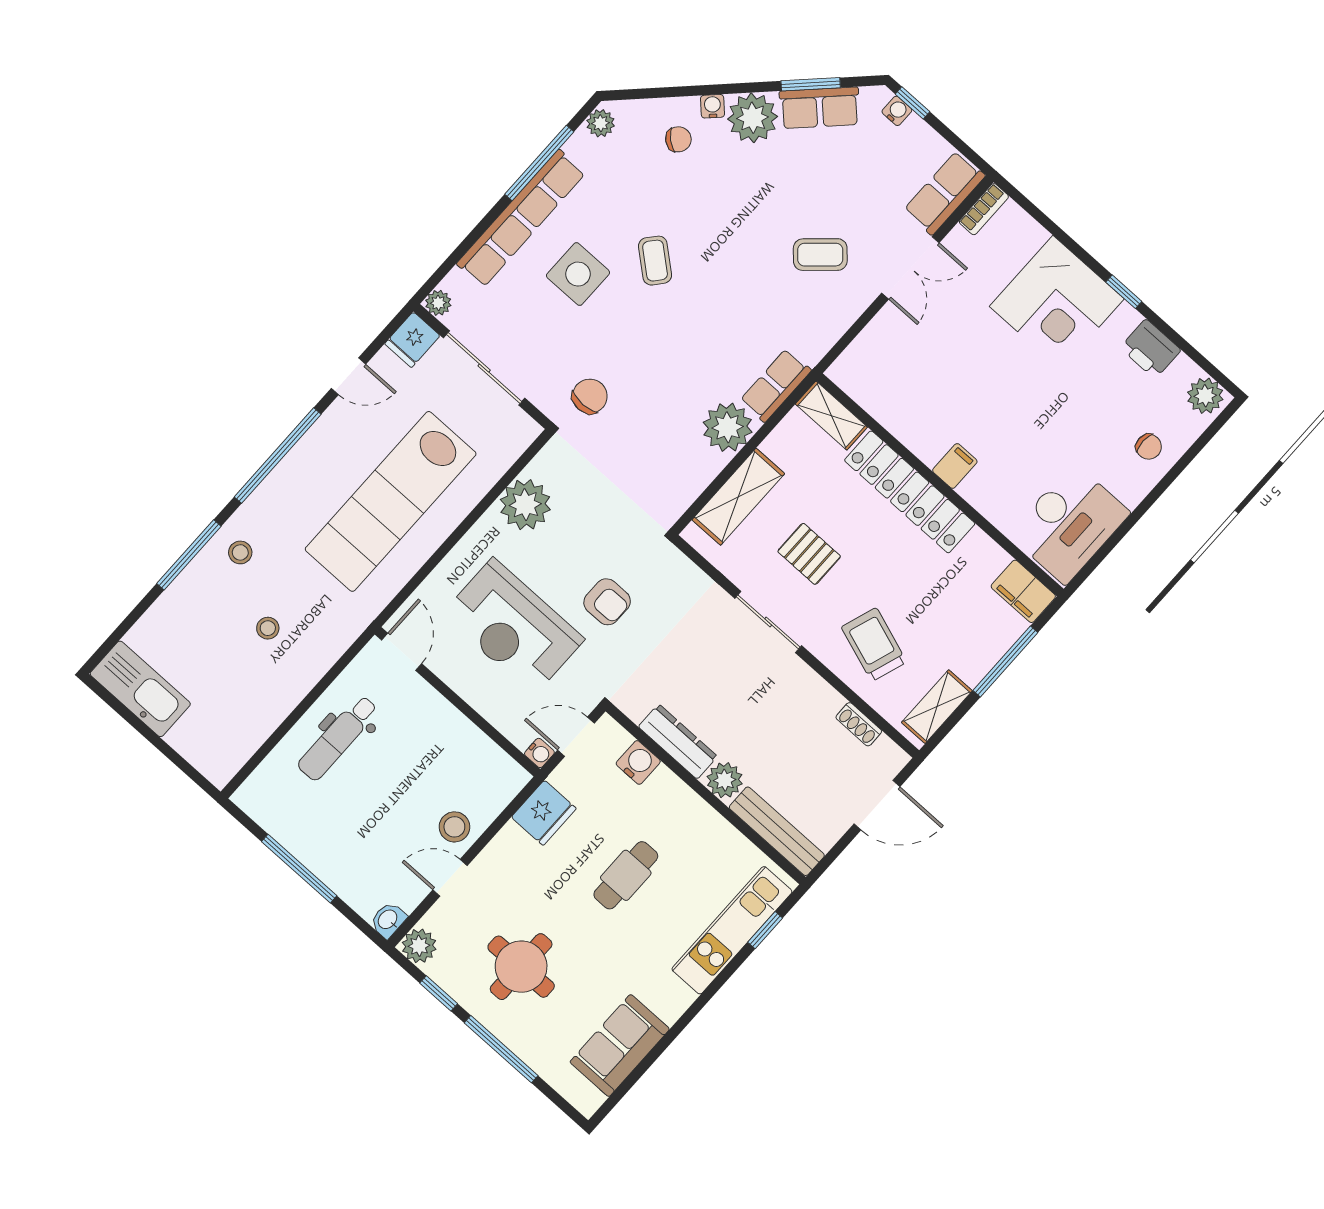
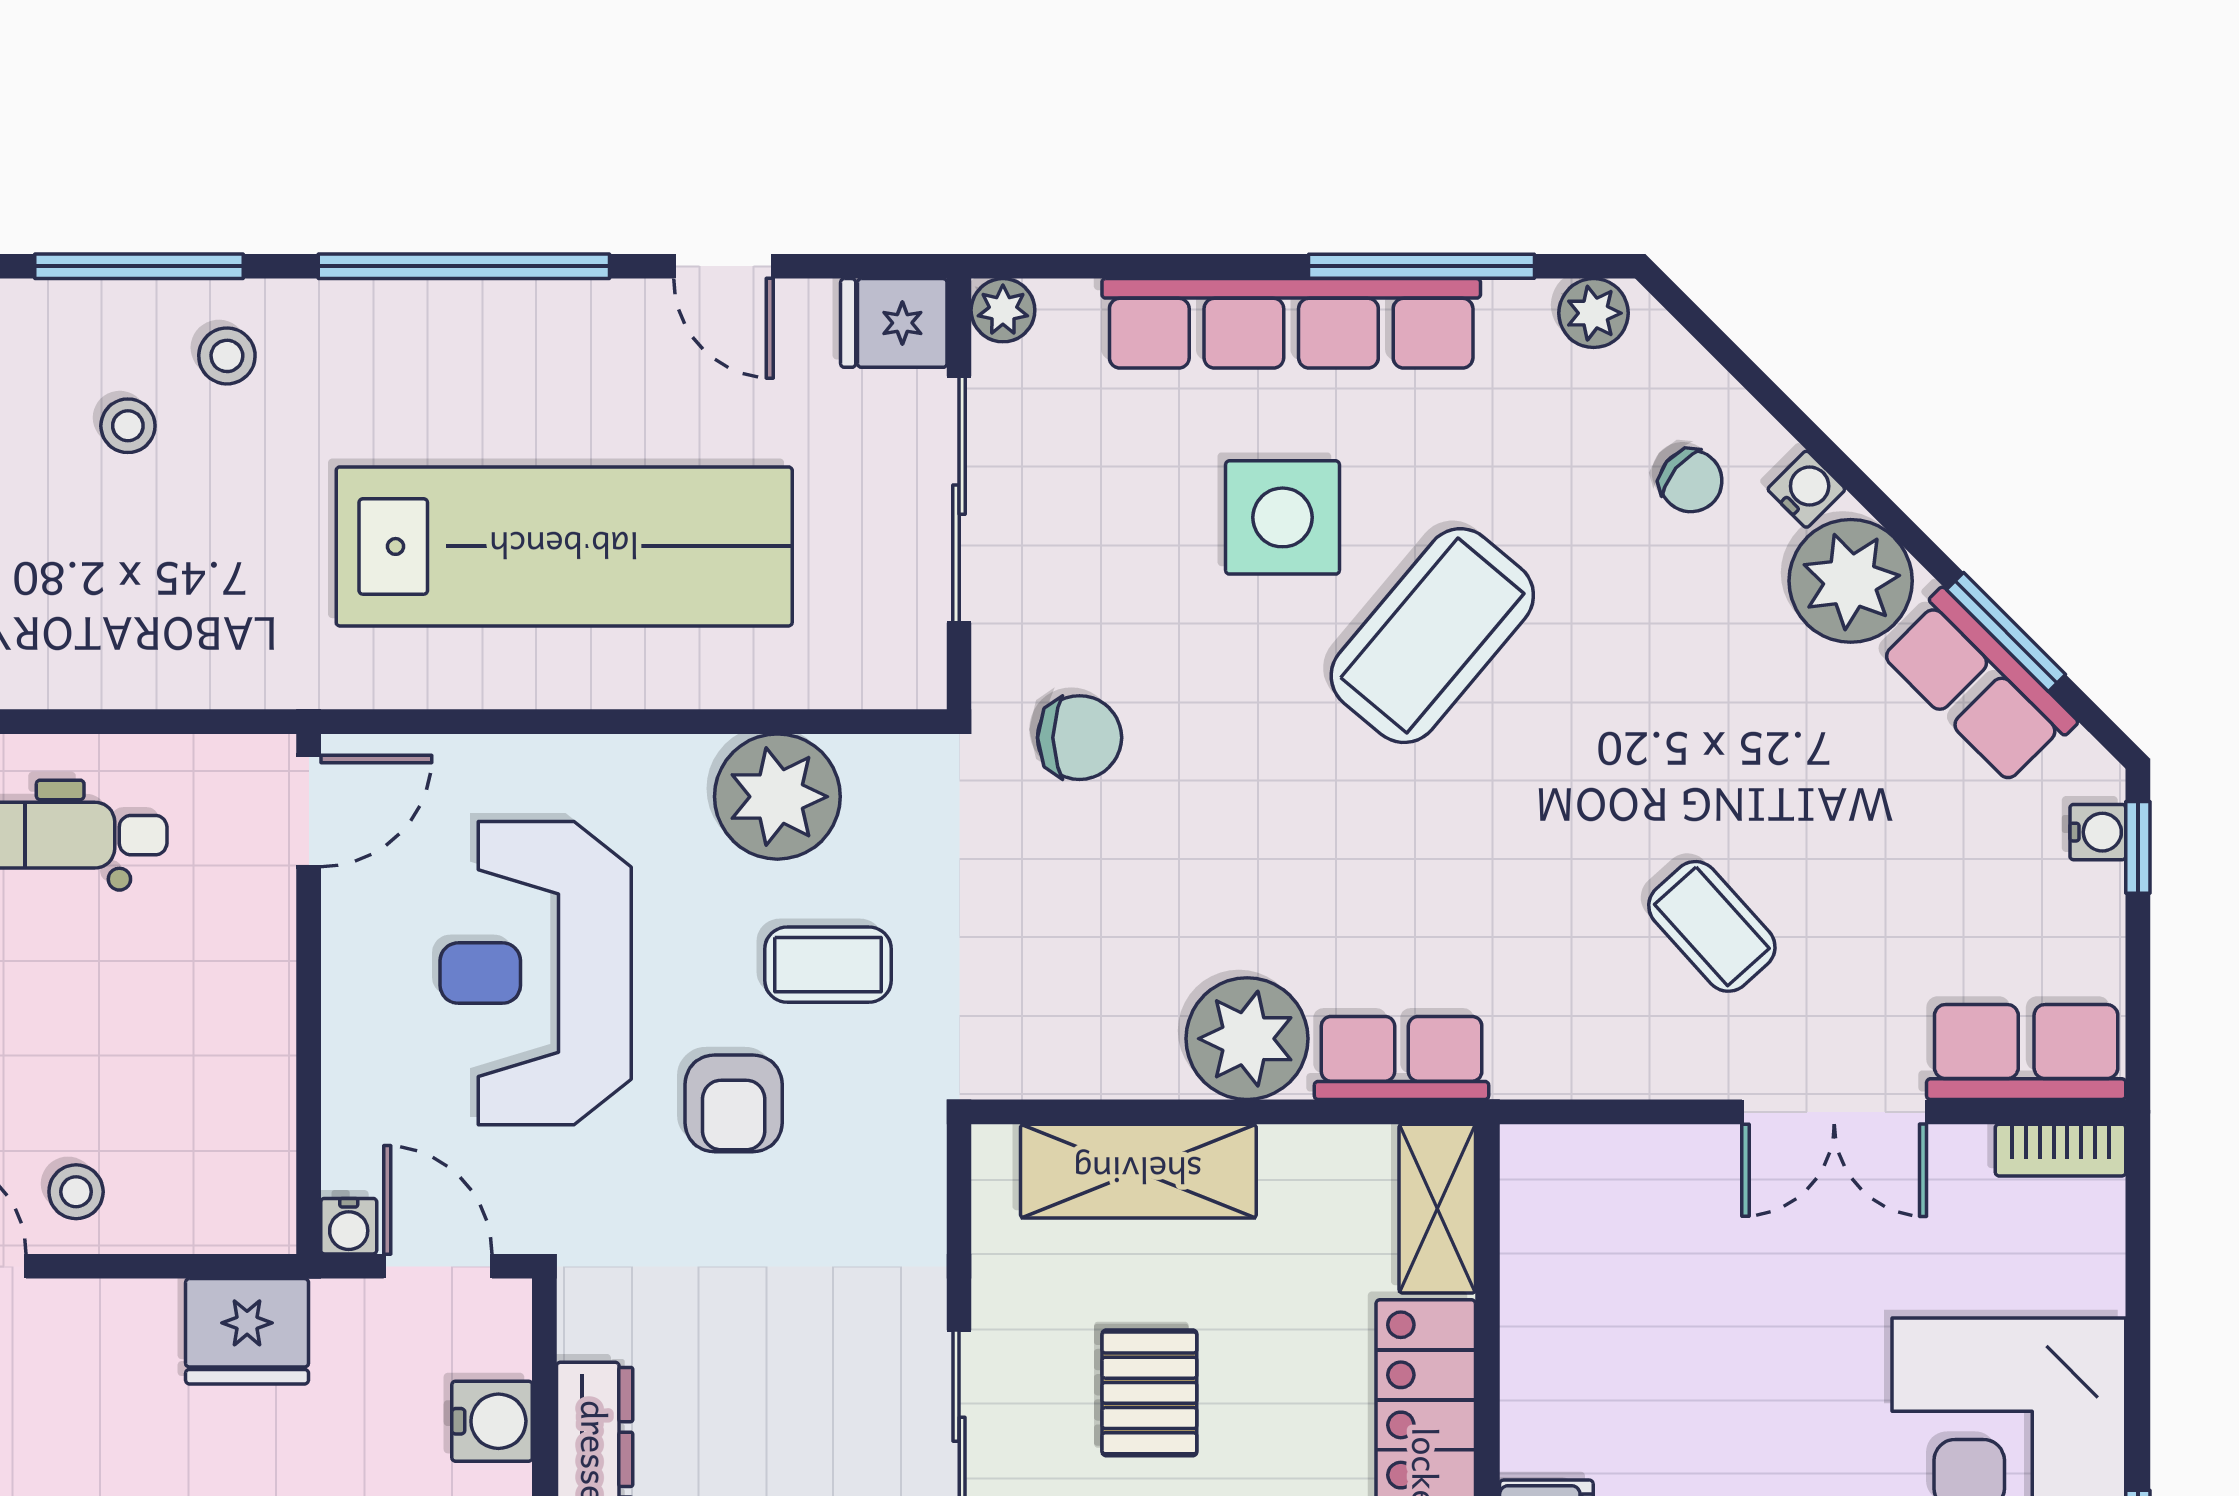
coffee table: (655, 261) -> (1432, 636), width x1.86, depth x1.72
lab bench: (391, 501) -> (564, 546), turned 180
coffee table: (590, 535) -> (828, 965), added
stool: (268, 628) -> (128, 426), moved
stool: (454, 827) -> (76, 1192), width x0.73, depth x0.73

